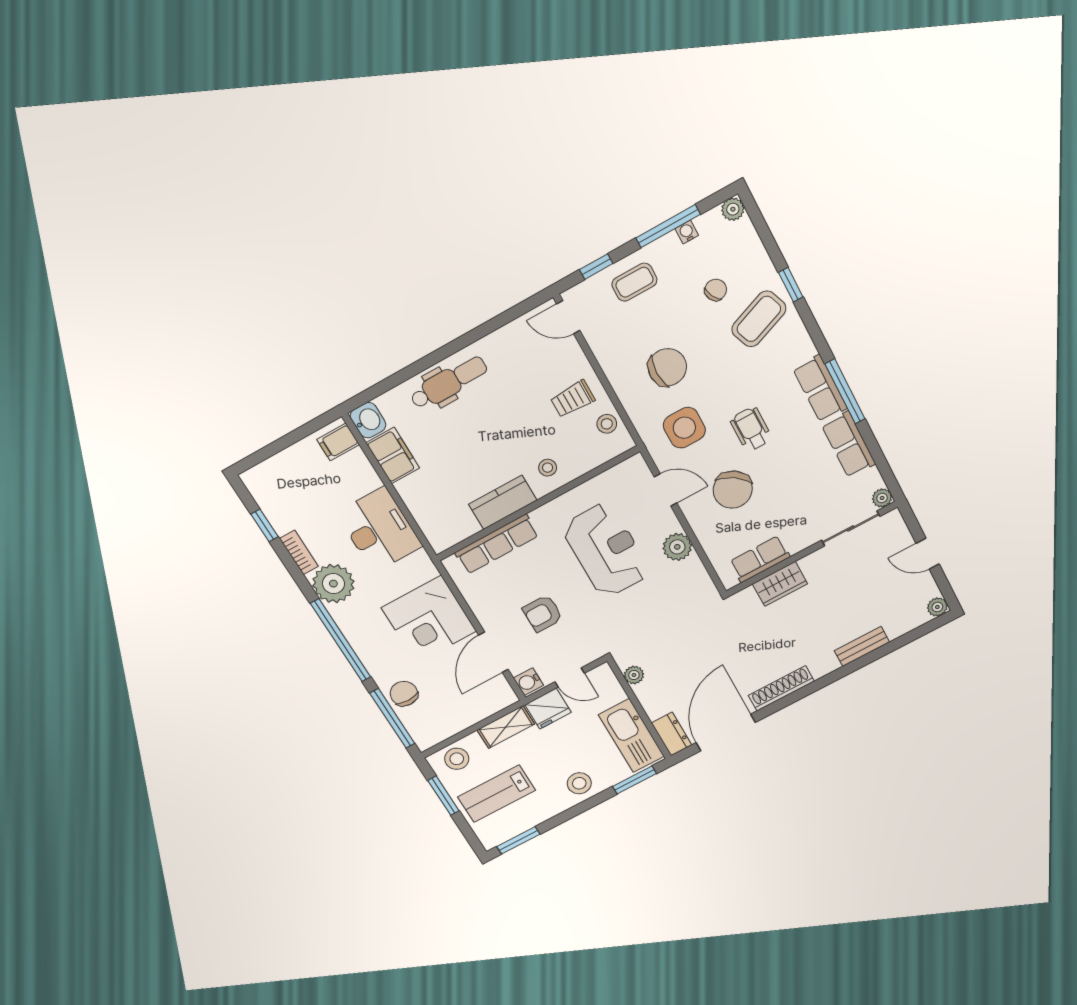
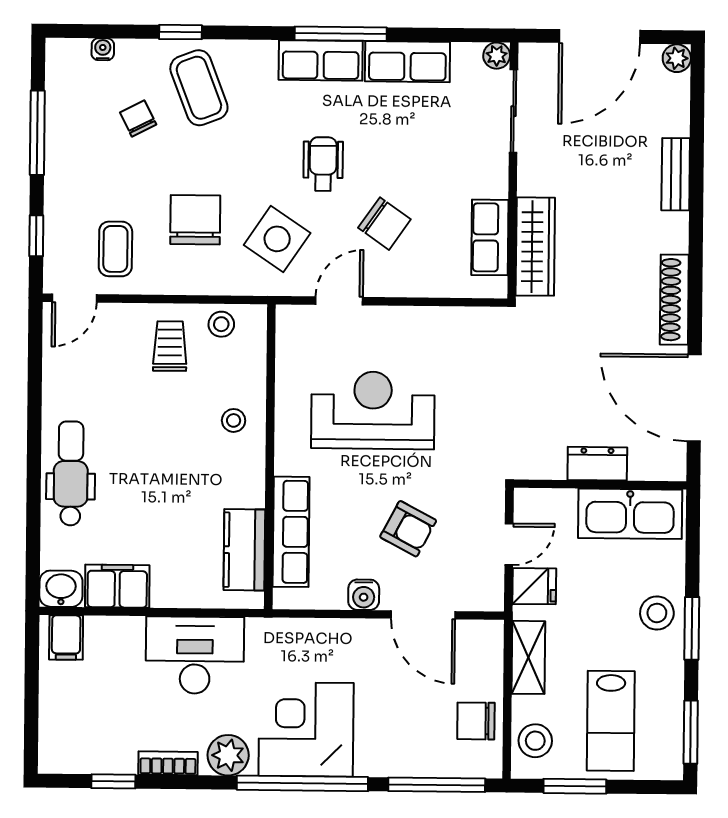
plant: (733, 209) -> (60, 52), removed
water cooler: (687, 232) -> (103, 49), moved, turned 90
coffee table: (634, 282) -> (115, 249), moved
trolley: (573, 399) -> (170, 346), turned 180
side table: (684, 428) -> (277, 239), turned 34
wheelchair: (751, 429) -> (323, 164), turned 90
chair: (733, 490) -> (384, 224), width x0.73, depth x0.73
kitchen counter: (503, 502) -> (244, 550), moved
plant: (677, 547) -> (418, 326), removed
door: (928, 554) -> (600, 36), width x1.88
plant: (333, 584) -> (228, 755), width x0.73, depth x0.73
wardrobe: (780, 584) -> (535, 247), width x1.50
armchair: (543, 613) -> (408, 529), turned -62
corner desk: (429, 619) -> (306, 729), moved, turned 180
plant: (634, 675) -> (551, 466), removed
water cooler: (528, 682) -> (364, 595), moved
chair: (404, 694) -> (476, 721), moved
fridge: (548, 709) -> (534, 586), width x0.72
dresser: (672, 734) -> (597, 464), moved
window: (634, 780) -> (692, 628), moved

